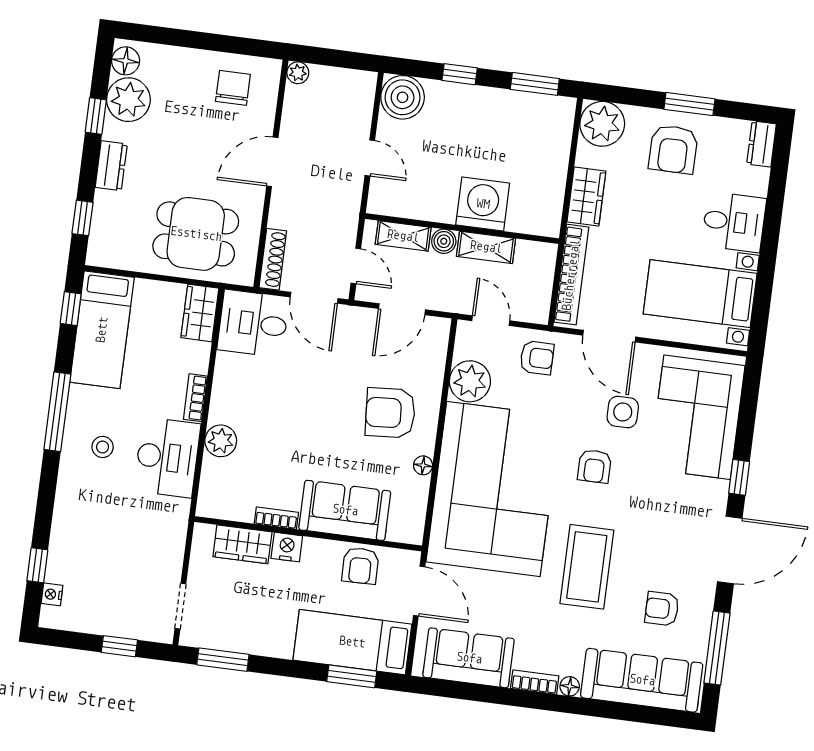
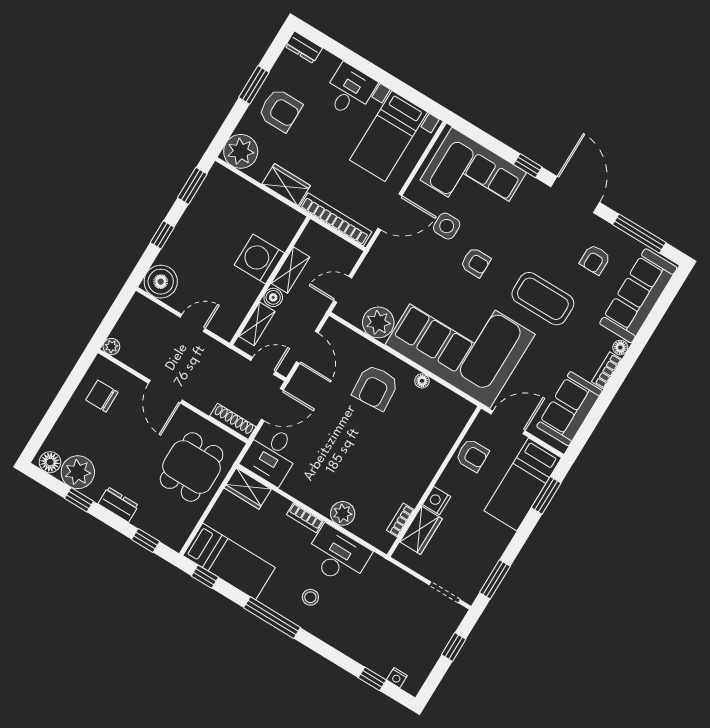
armchair: (537, 358) -> (383, 269), removed
sofa: (345, 510) -> (429, 449), removed
bookcase: (276, 518) -> (400, 520), moved

